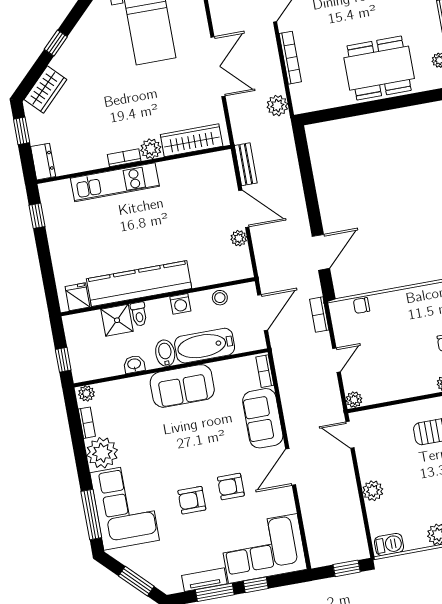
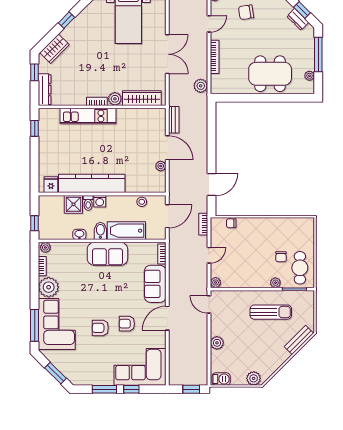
dresser: (43, 162) -> (45, 90), width x1.44
washing machine: (180, 304) -> (100, 201), moved
tv unit: (204, 580) -> (99, 380), removed

